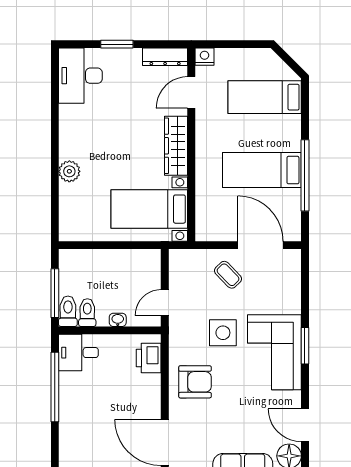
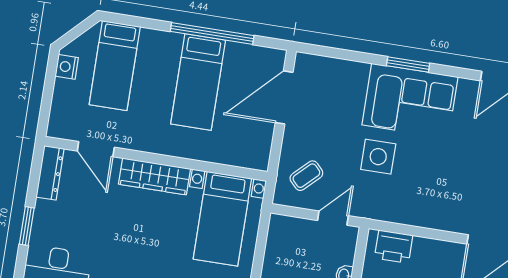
nightstand: (205, 57) -> (67, 67), moved
coffee table: (228, 275) -> (306, 176), moved
door: (165, 303) -> (333, 218), swing flipped
armchair: (195, 382) -> (430, 198), removed

